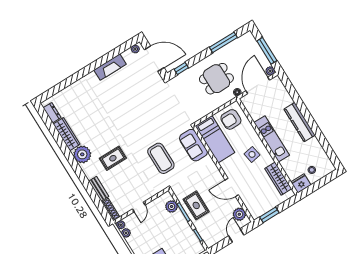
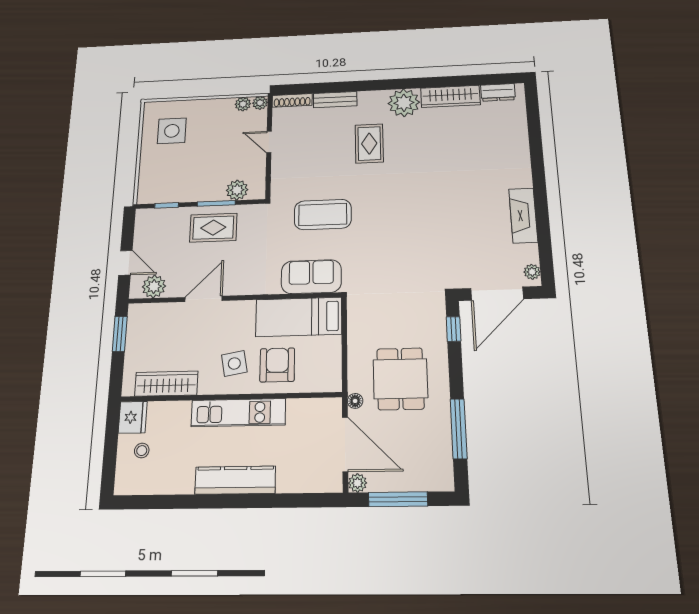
armchair: (231, 119) -> (277, 365), moved

